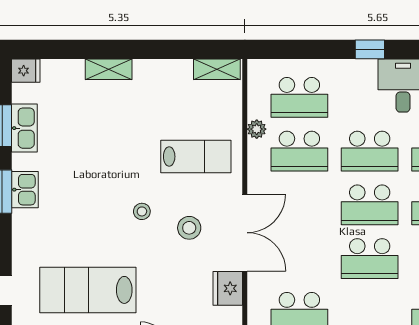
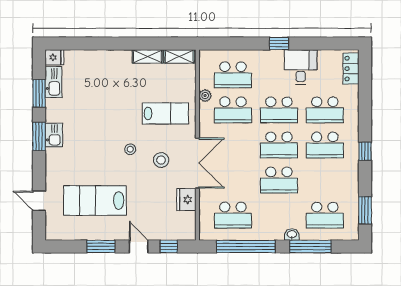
shelving: (109, 69) -> (148, 56), moved
kitchen sink: (24, 128) -> (53, 82), moved

